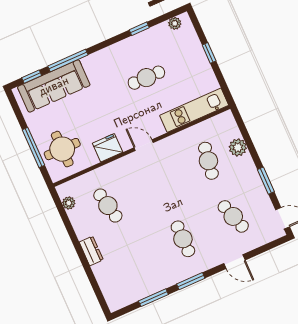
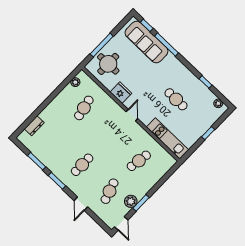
plant: (238, 147) -> (131, 201), moved
dresser: (91, 251) -> (34, 126), moved

